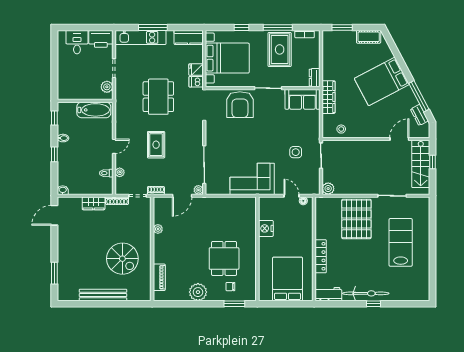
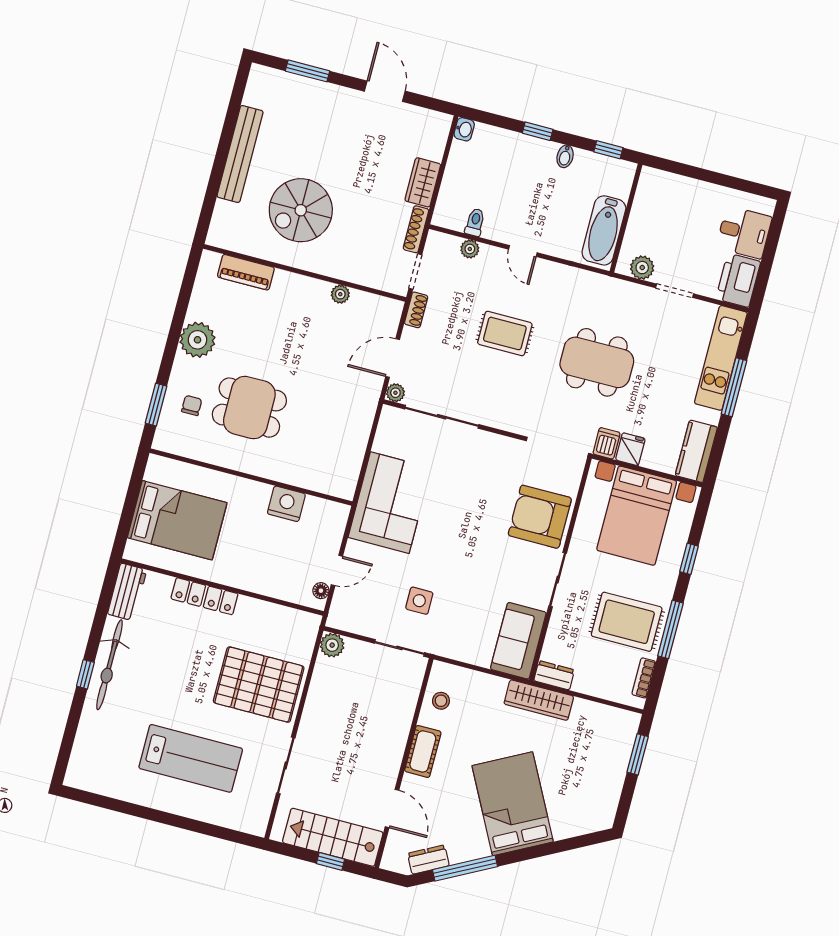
cot: (369, 37) -> (423, 751), moved
wardrobe: (329, 97) -> (539, 700), moved
door: (182, 196) -> (393, 358), hinge flipped
door: (54, 215) -> (385, 91), moved

